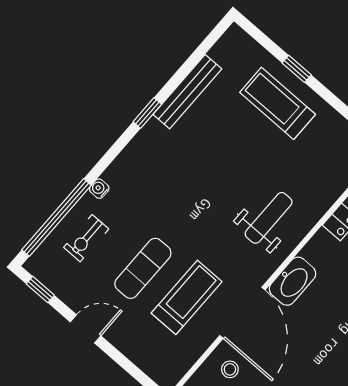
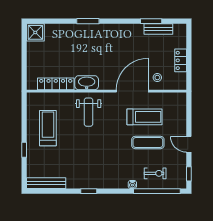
bench: (187, 92) -> (46, 183), moved
treadmill: (278, 103) -> (48, 128), moved, turned 180
weight bench: (269, 218) -> (89, 112), turned -90
washbasin: (293, 281) -> (87, 83), moved
treadmill: (187, 297) -> (145, 117), turned 180

